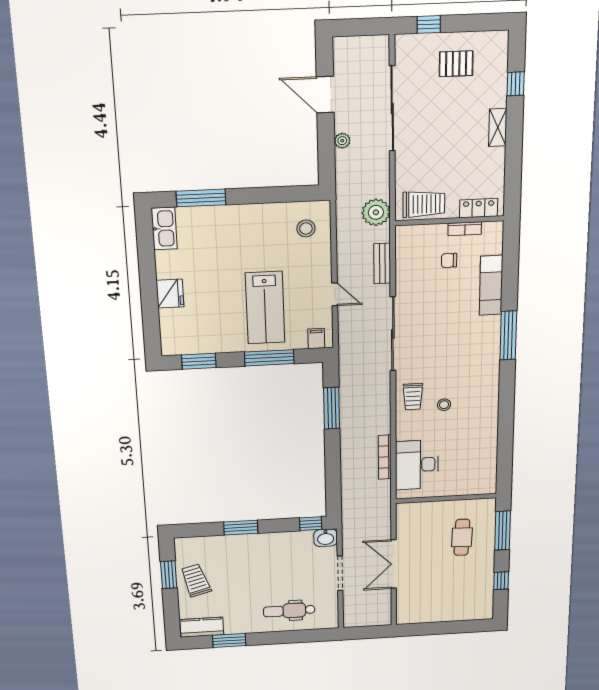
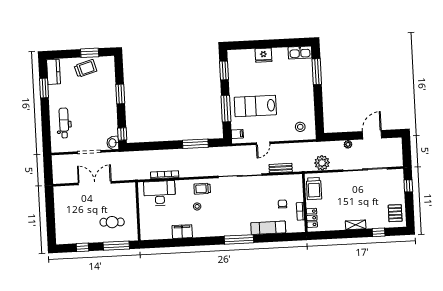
pallet: (456, 64) -> (395, 213), moved
plant: (376, 212) -> (322, 163), moved
filing cabinet: (487, 429) -> (182, 232), added

